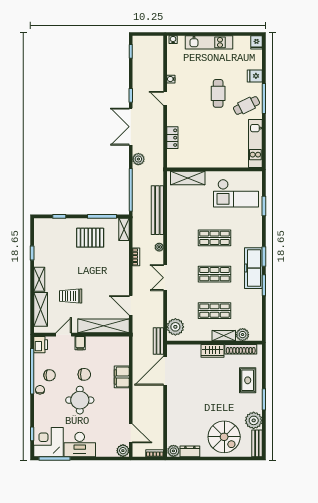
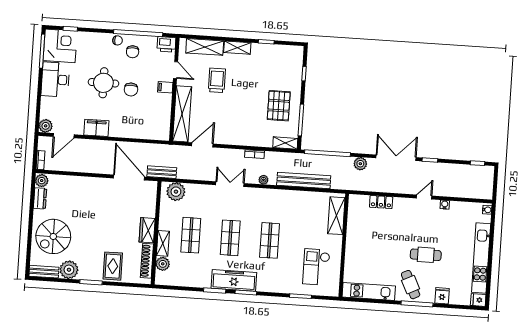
kitchen unit: (209, 42) -> (481, 258), width x1.36
checkout: (236, 193) -> (316, 267), width x0.73, depth x0.83
filing cabinet: (122, 377) -> (96, 128), moved
rug: (248, 380) -> (113, 266), turned 90

